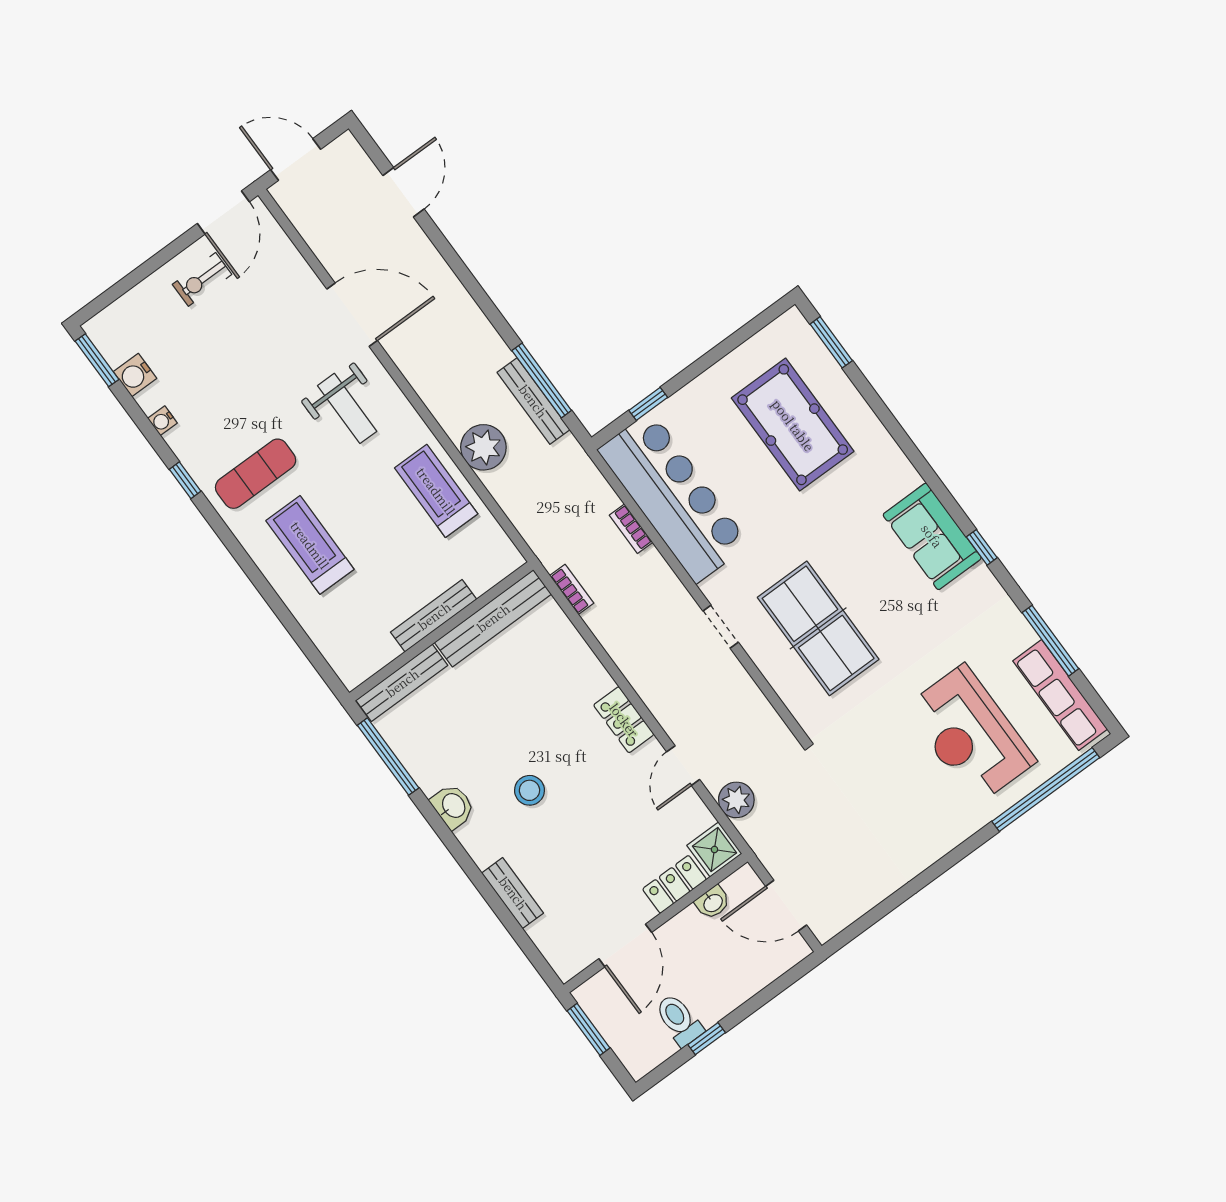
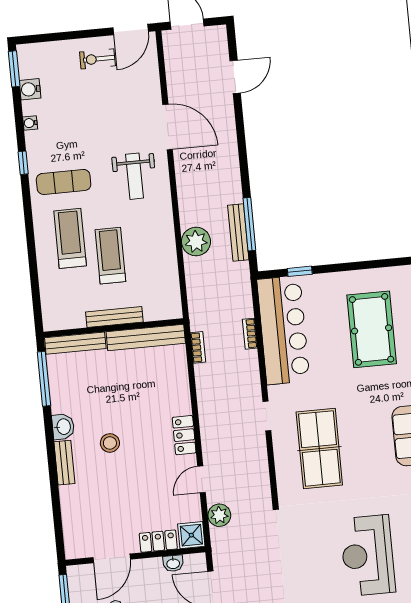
treadmill: (436, 491) -> (110, 256), moved
bench: (513, 893) -> (64, 463), moved

